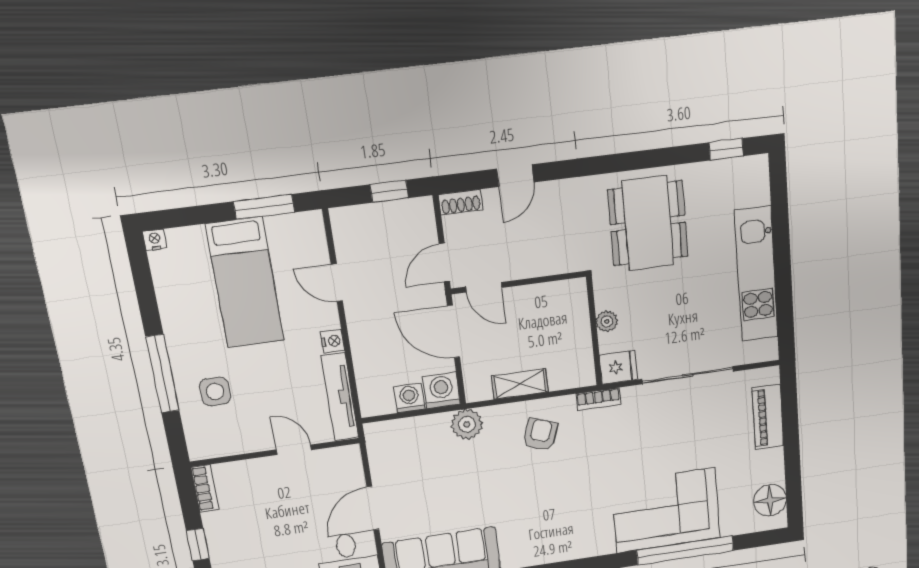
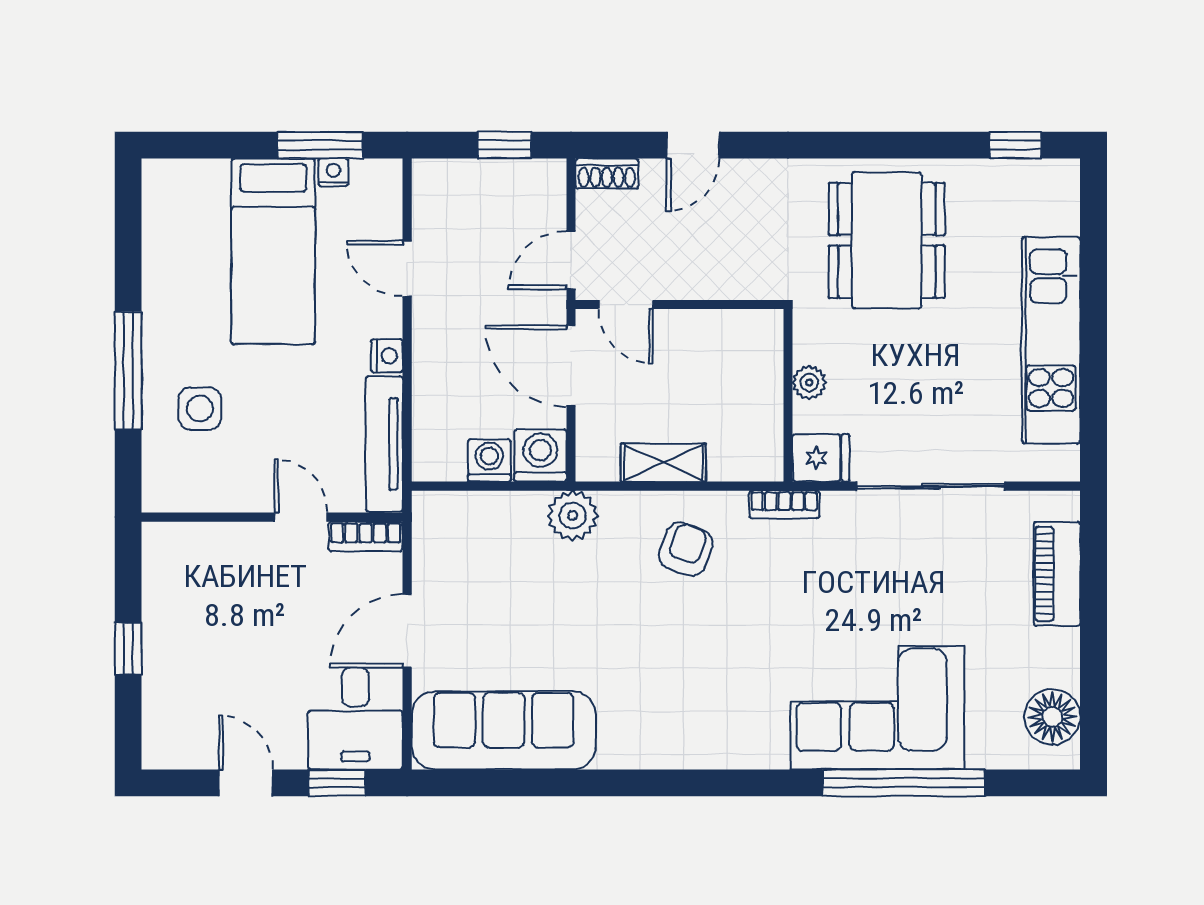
nightstand: (155, 240) -> (333, 172), moved
bookcase: (205, 488) -> (366, 536), moved, turned 90

